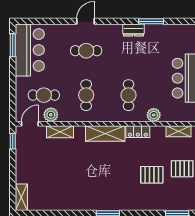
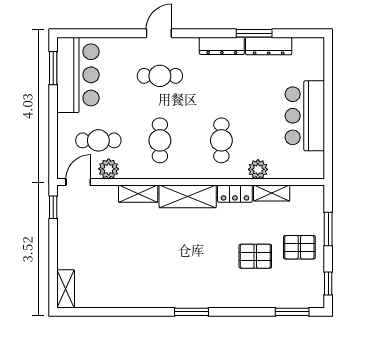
dresser: (133, 30) -> (222, 46), width x1.44
dresser: (161, 30) -> (269, 46), added
shelving: (178, 131) -> (272, 193), moved
shelving: (60, 132) -> (138, 194), moved

